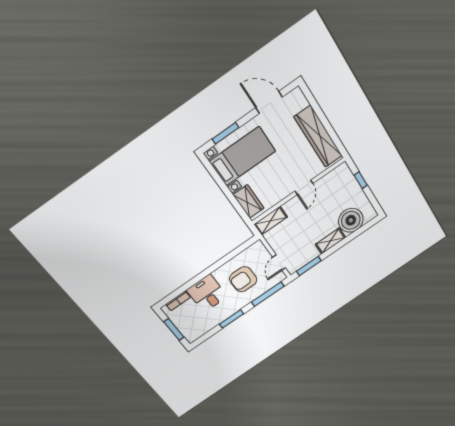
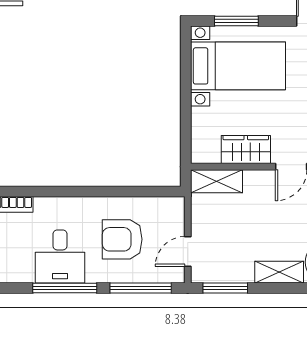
wardrobe: (248, 201) -> (246, 150), moved, turned -90
desk: (207, 293) -> (60, 256), moved, turned 180
window: (231, 319) -> (65, 288), width x1.44

